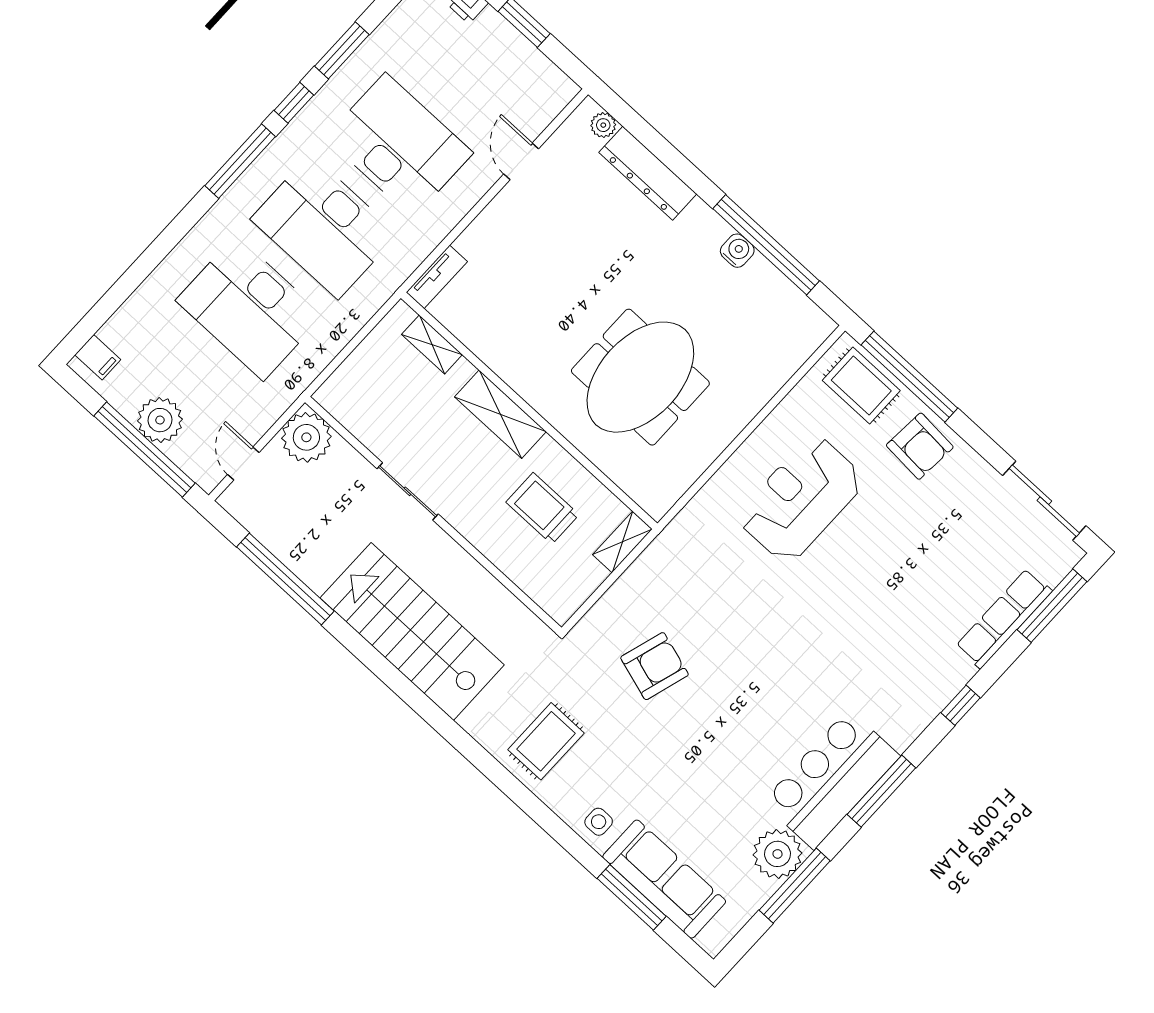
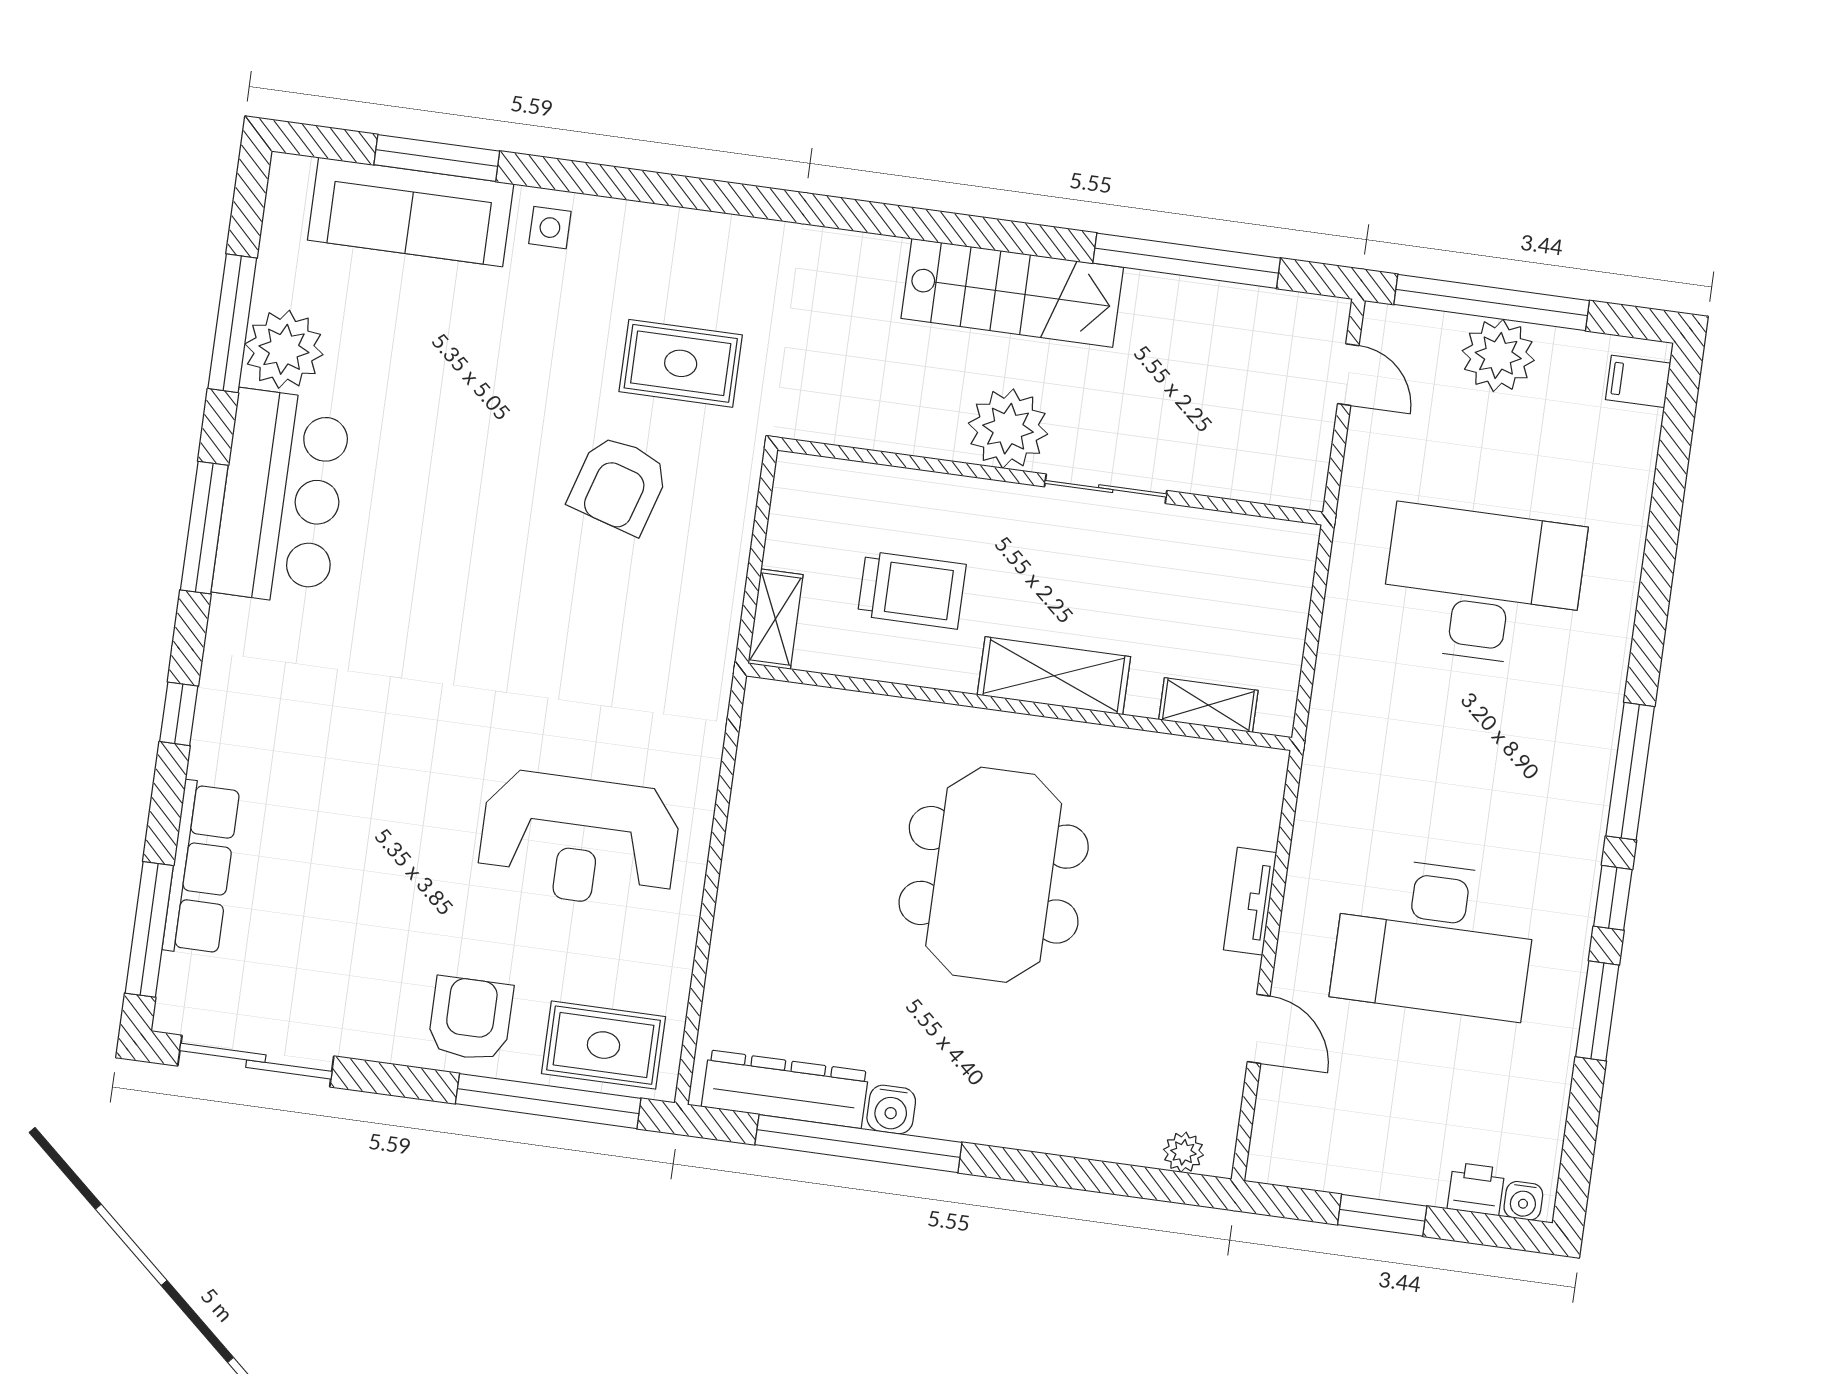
dresser: (648, 173) -> (785, 1089), moved
desk: (324, 227) -> (1459, 762), removed
tv unit: (437, 277) -> (1250, 901), moved
meeting table: (640, 377) -> (994, 875), moved
plant: (306, 437) -> (1008, 429), moved
armchair: (920, 446) -> (470, 1019), turned 86
reception desk: (801, 499) -> (579, 840), turned 90
stairs: (412, 631) -> (1012, 293), width x0.73, depth x0.66
rug: (546, 741) -> (681, 363), moved, turned 90

